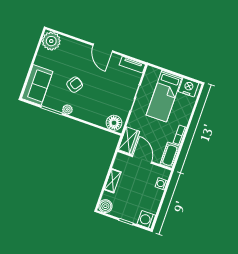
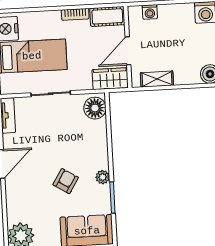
armchair: (75, 85) -> (66, 181), turned 88
shelving: (113, 181) -> (157, 79), moved

